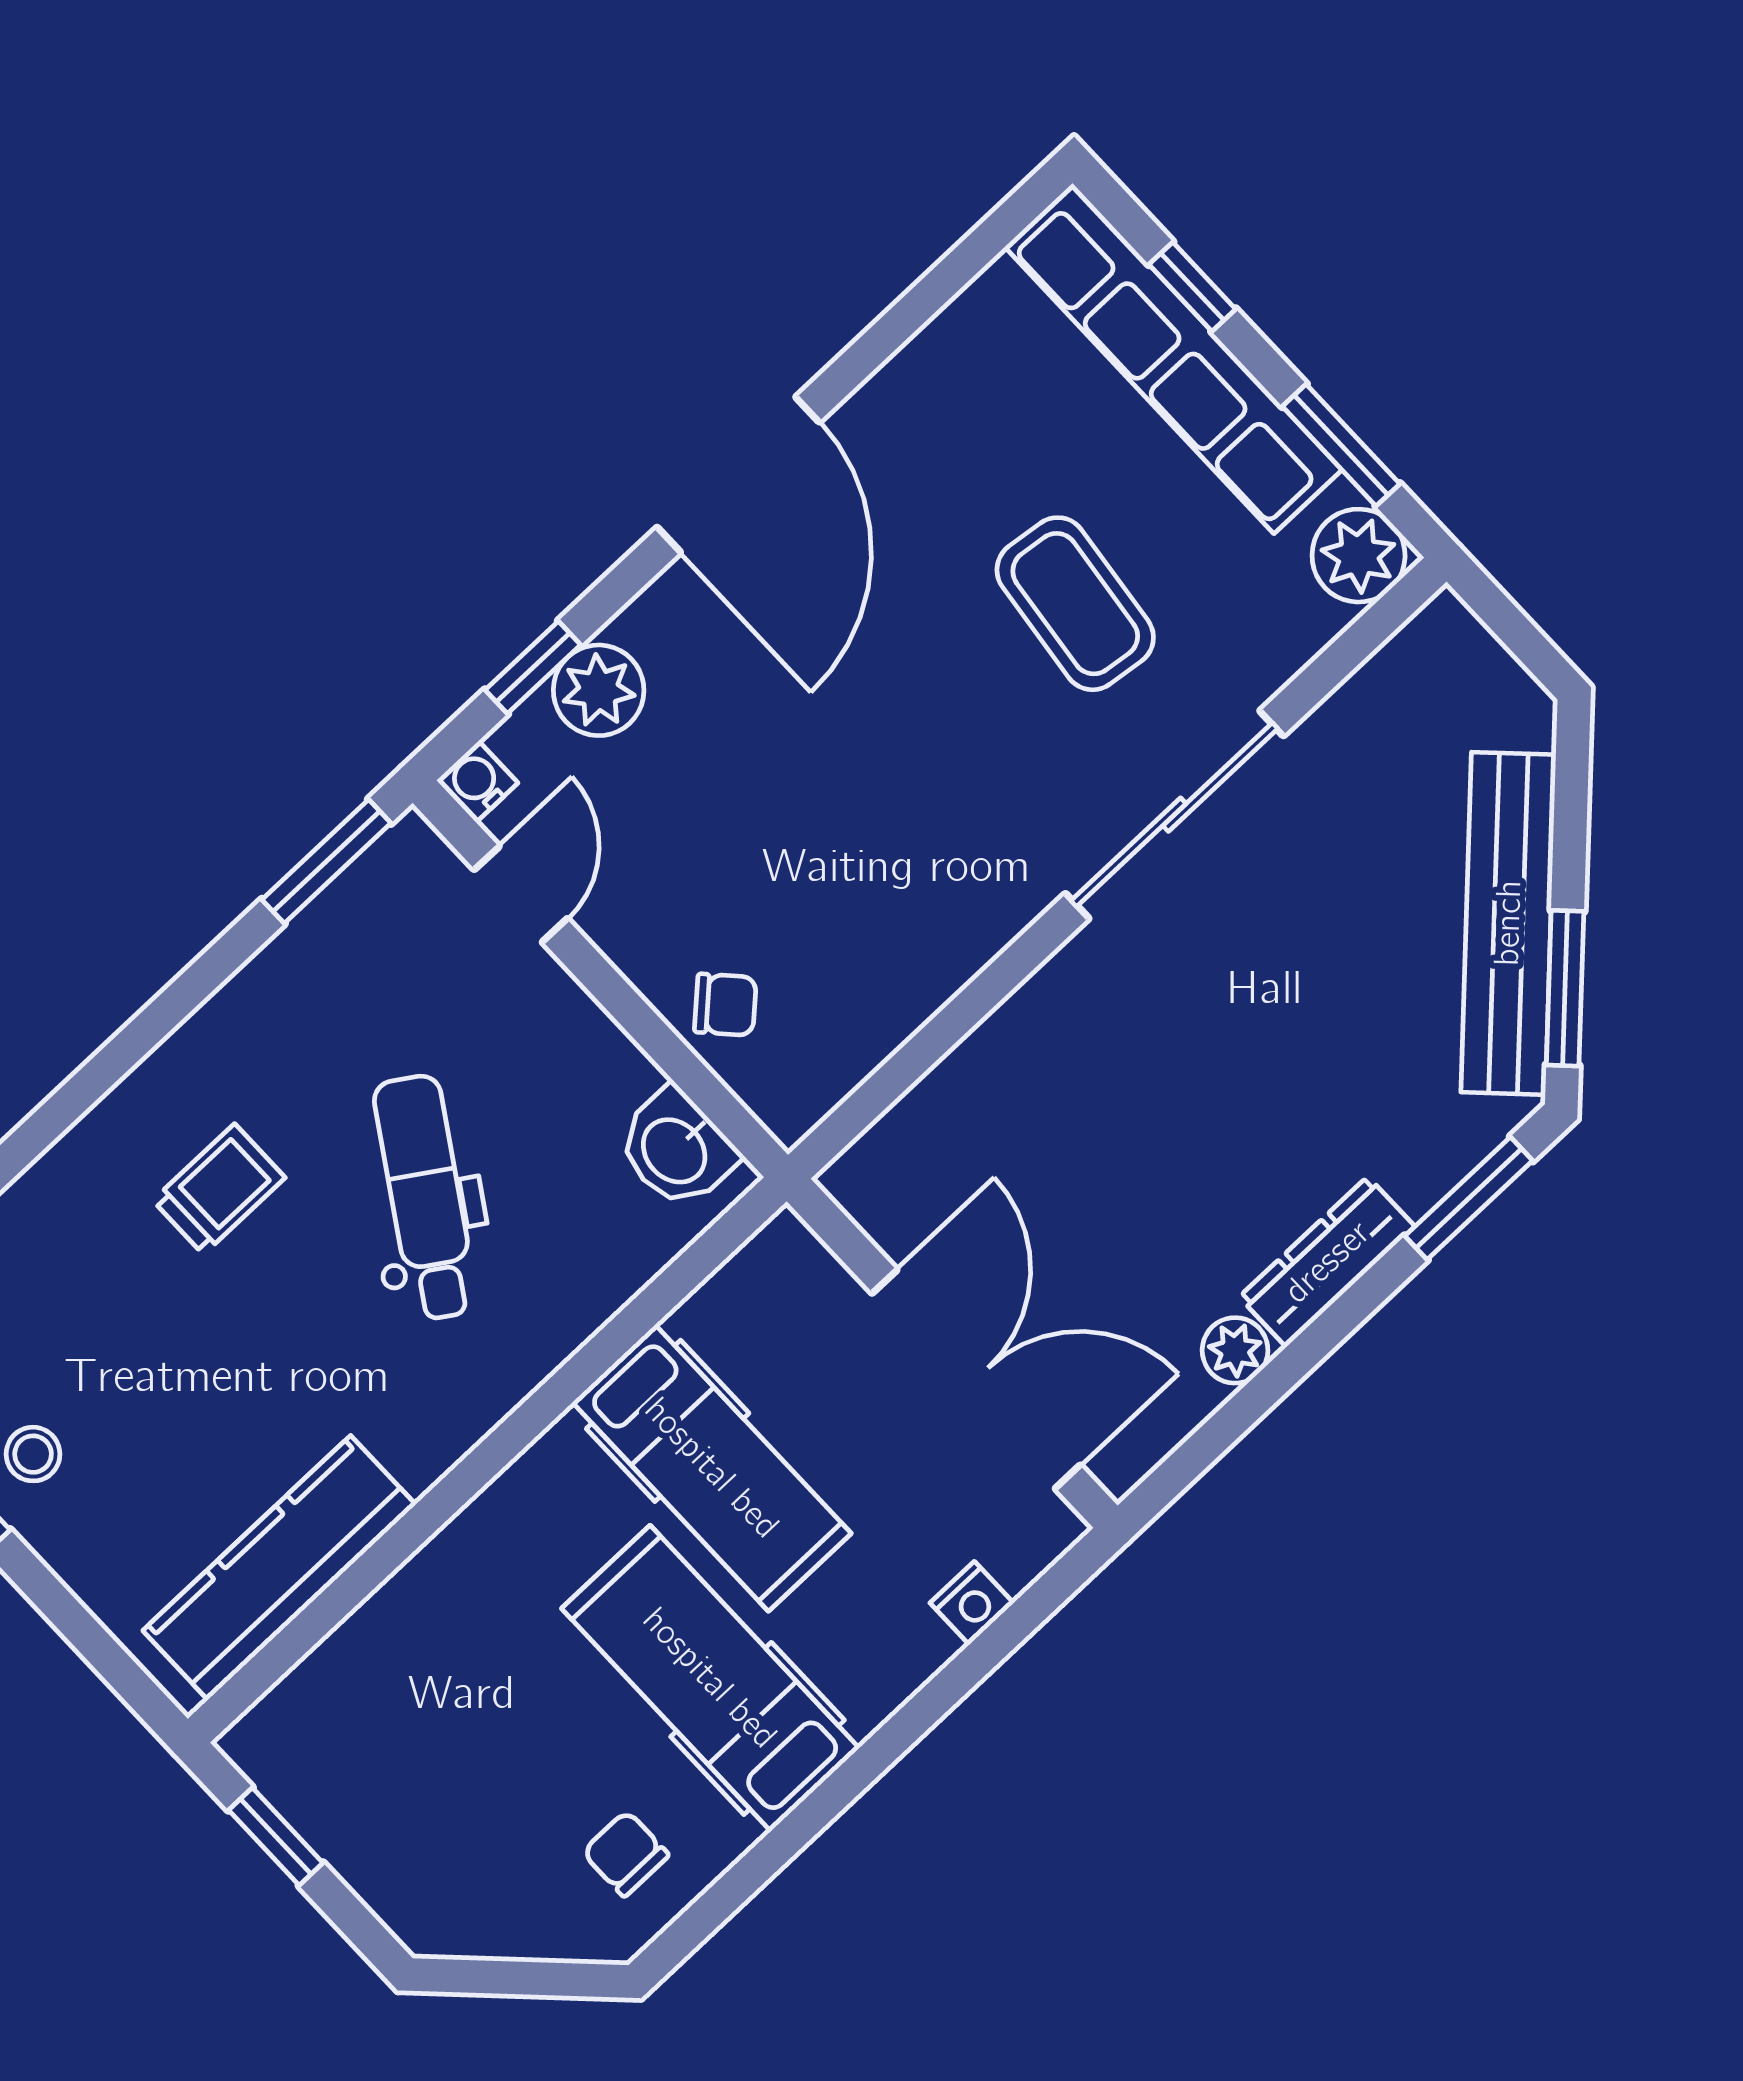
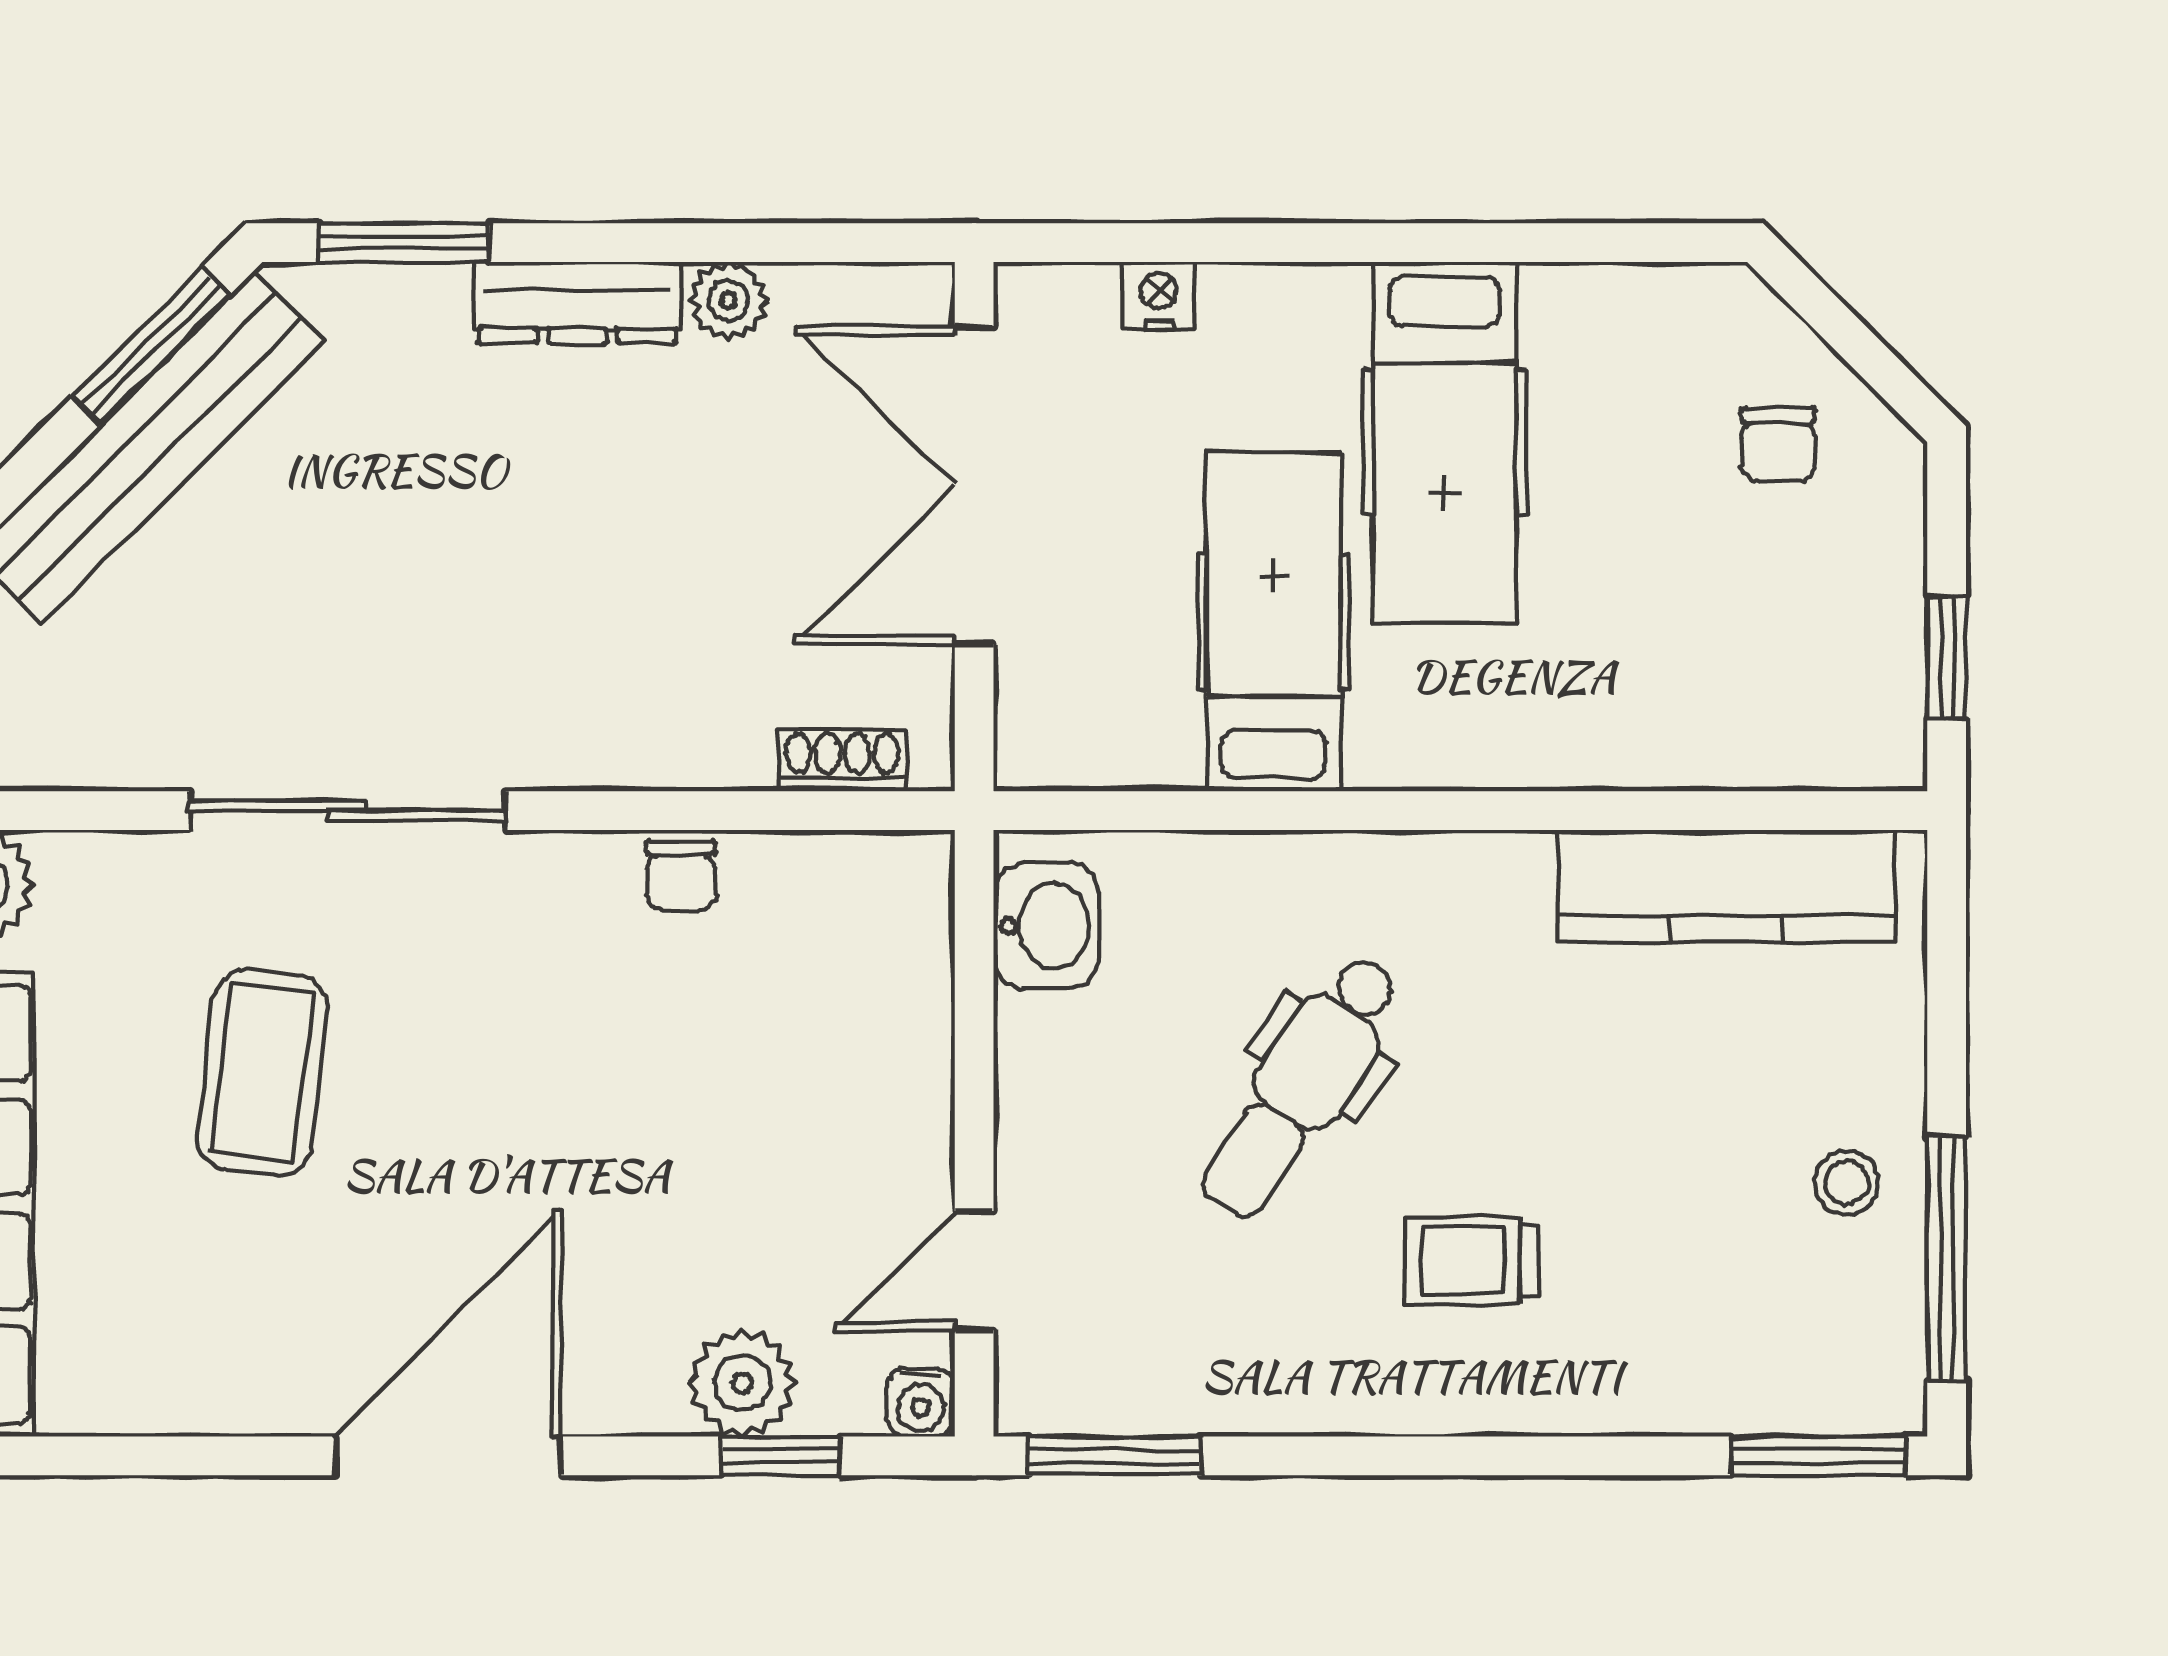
chair: (725, 1005) -> (681, 875), moved, turned -137
shoe rack: (898, 1133) -> (842, 761), added
chair: (626, 1854) -> (1778, 445), moved

